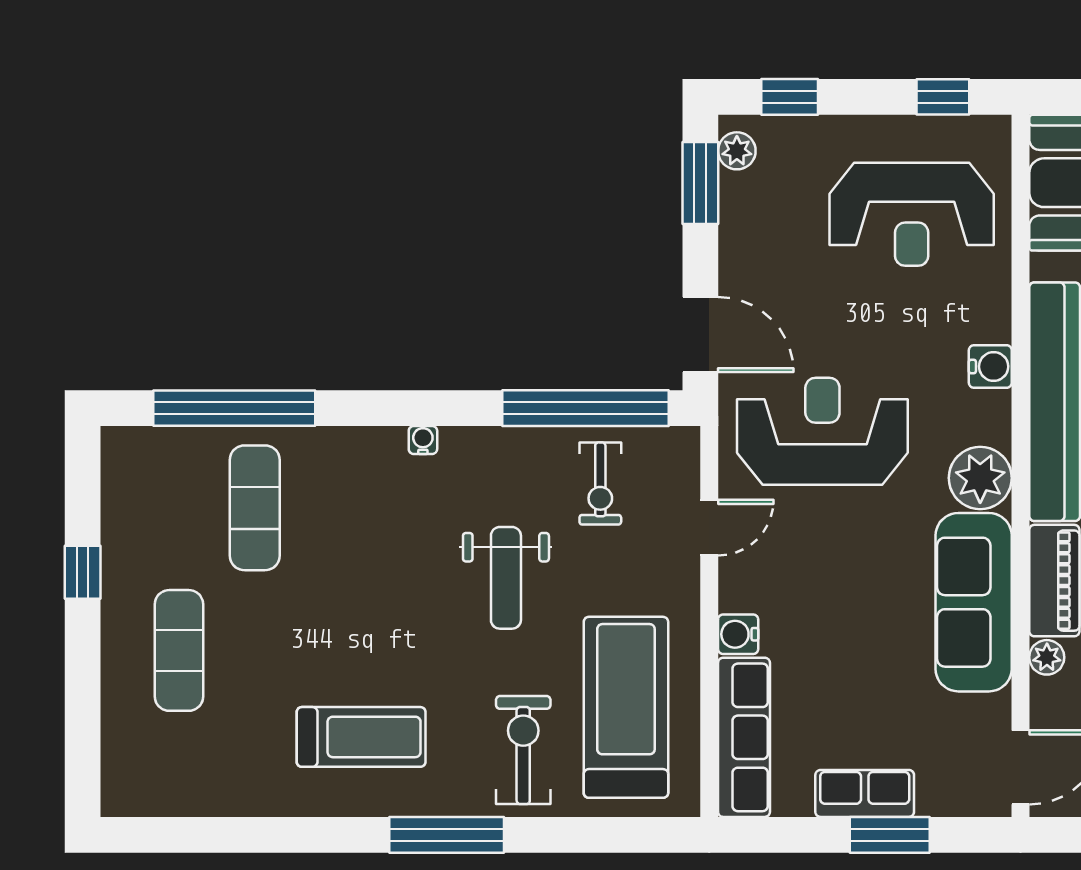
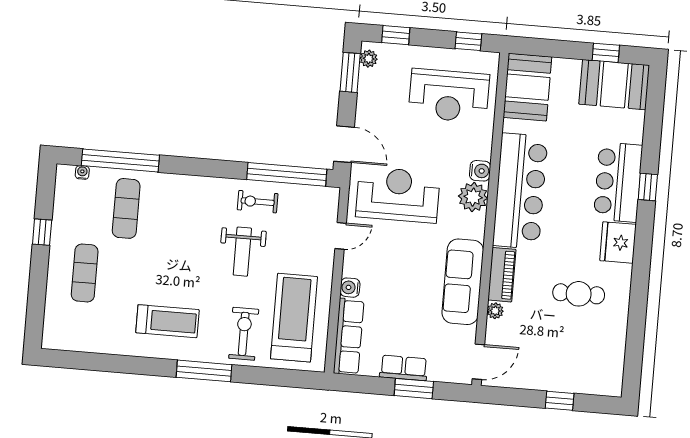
water cooler: (423, 440) -> (82, 172), moved
plant: (980, 478) -> (473, 197), moved
exercise bike: (600, 484) -> (258, 202), moved, turned 90

